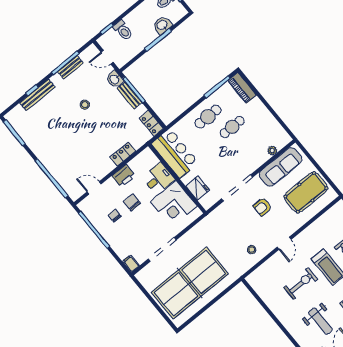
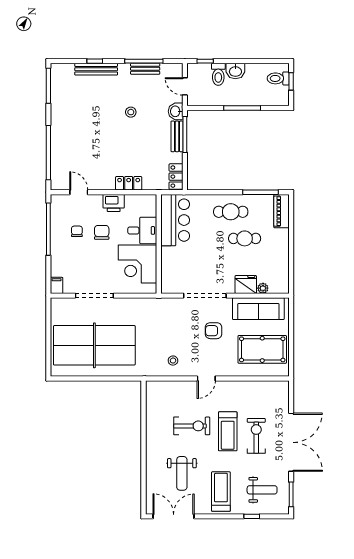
washbasin: (162, 25) -> (235, 71), moved, turned 180
fridge: (198, 188) -> (246, 285), moved, turned -90

